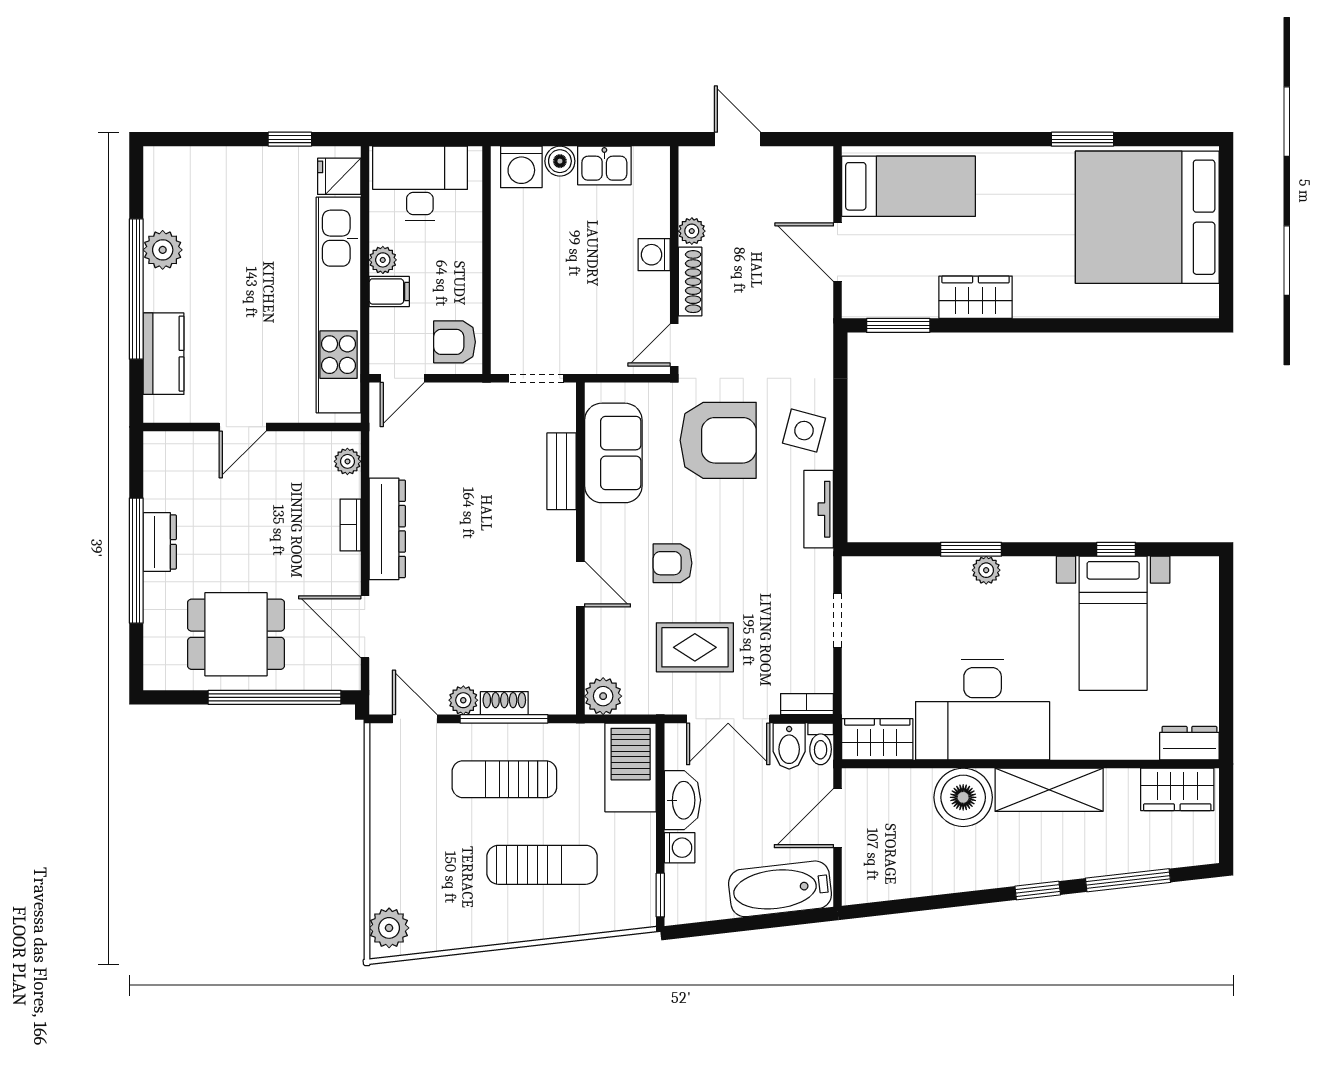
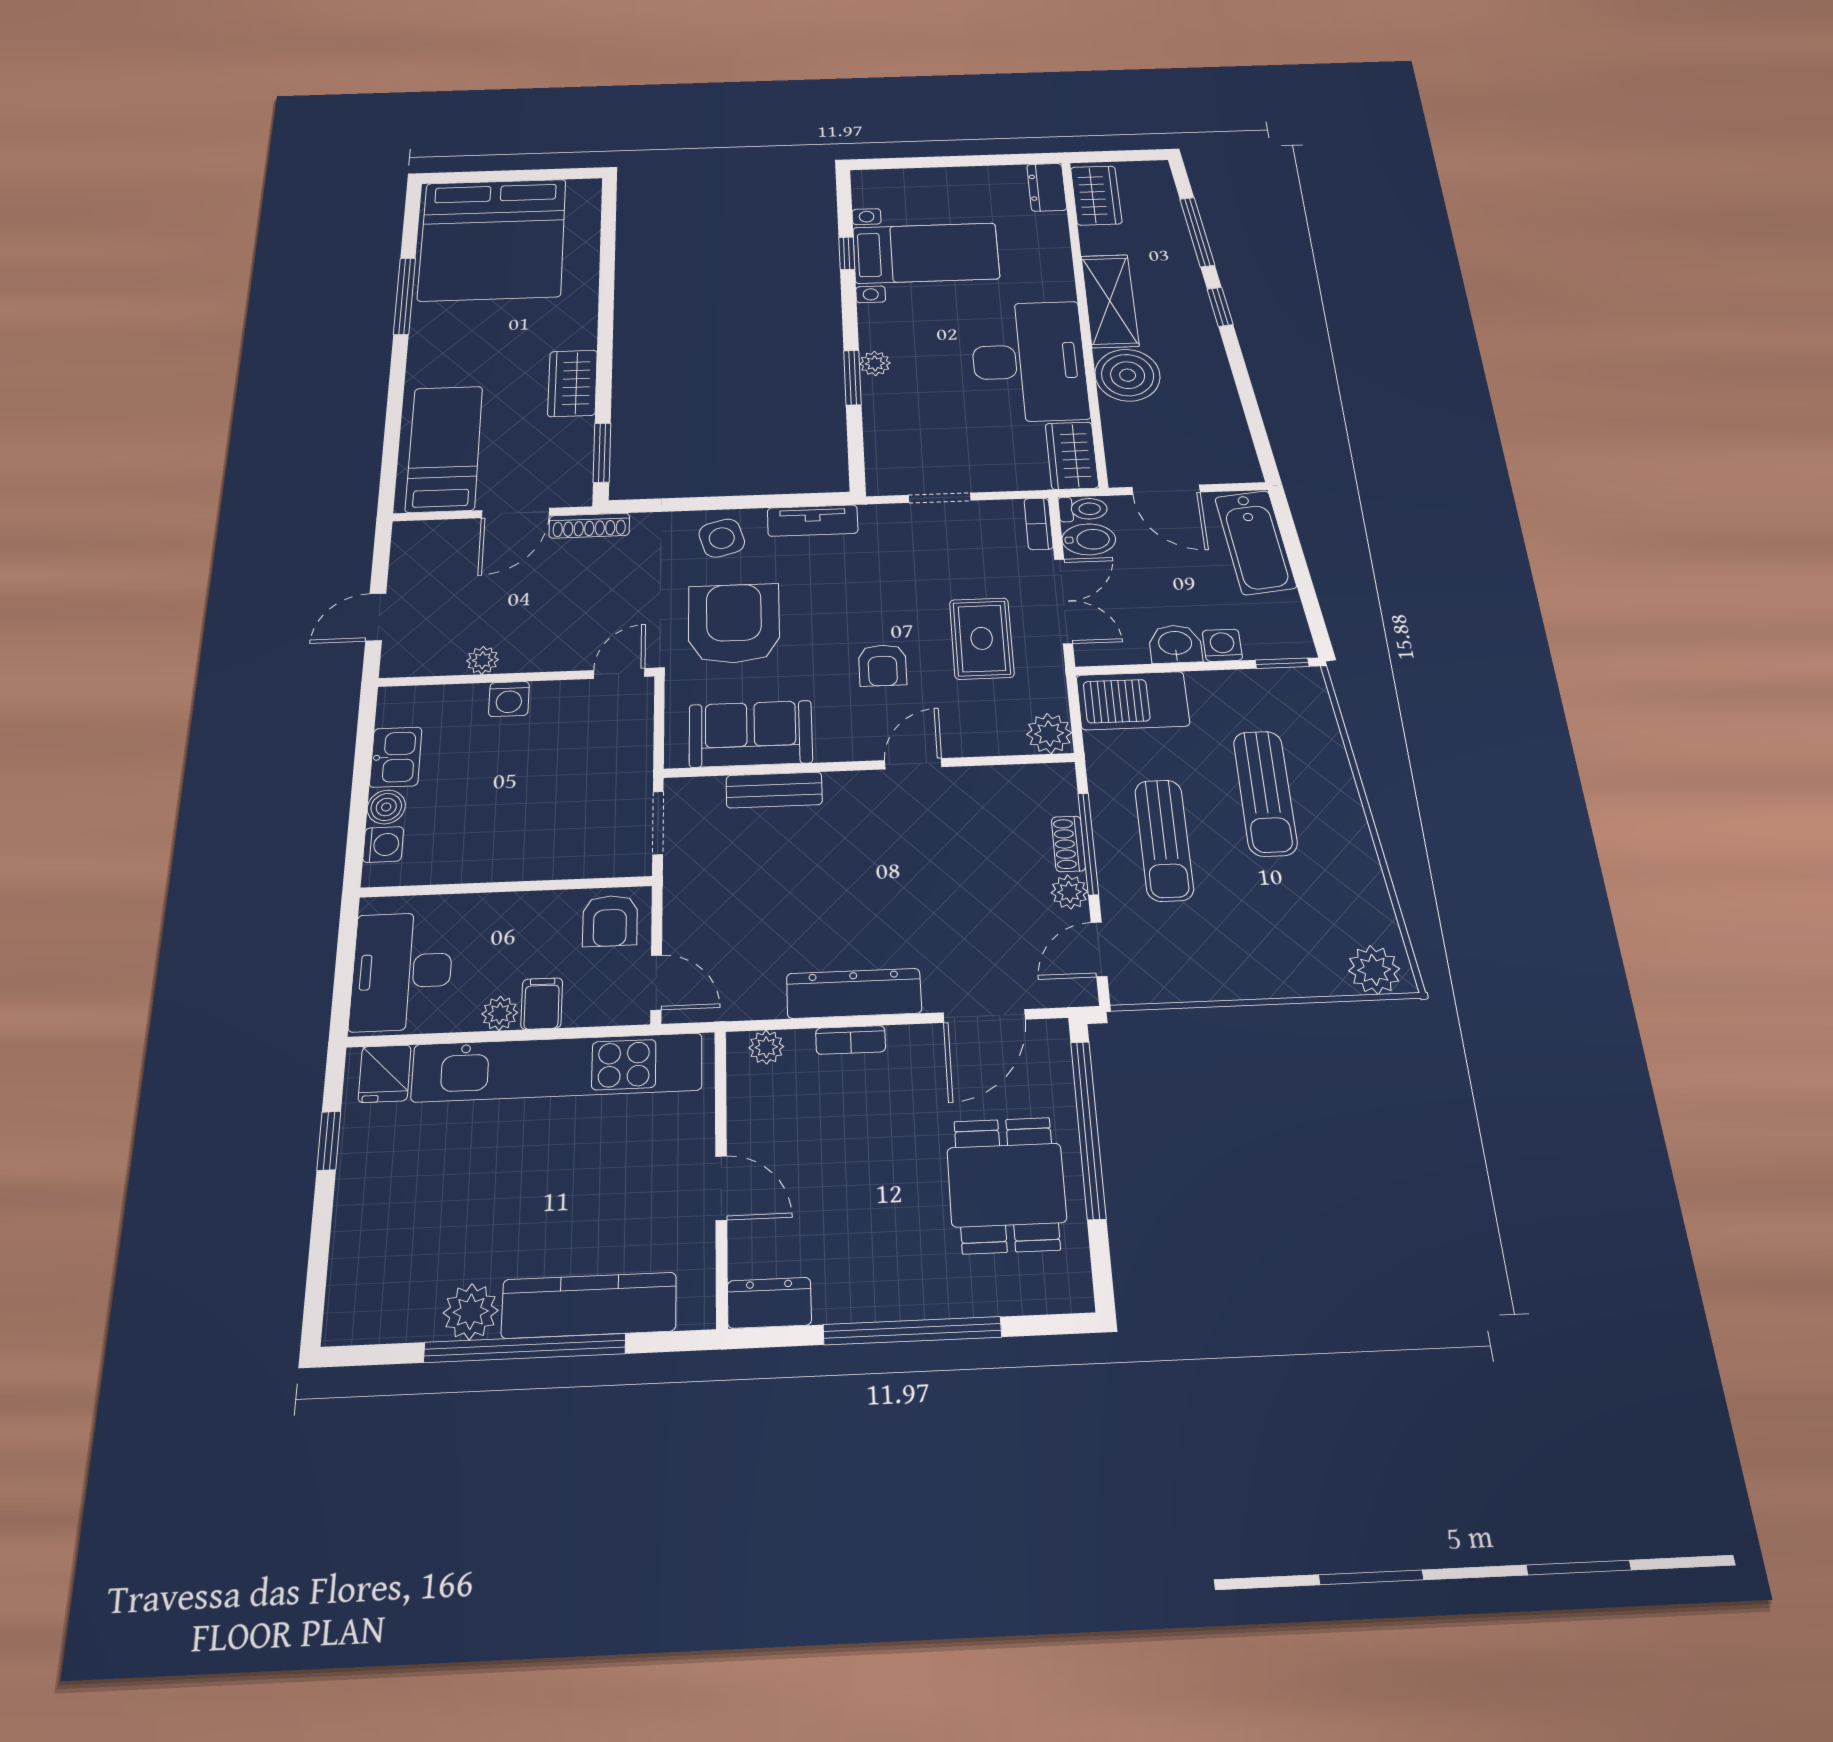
window: (1083, 139) -> (405, 296), width x1.44
washing machine: (521, 167) -> (383, 845), width x0.73, depth x0.73
shoe rack: (690, 282) -> (589, 526), moved, turned 180
door: (674, 345) -> (619, 673), swing flipped
kitchen counter: (164, 354) -> (589, 1305), width x1.50
side table: (804, 431) -> (722, 538), turned -31
dresser: (160, 542) -> (769, 1303), moved
washbasin: (683, 800) -> (1175, 644), width x0.72
sun lounger: (542, 865) -> (1265, 793), turned 180

